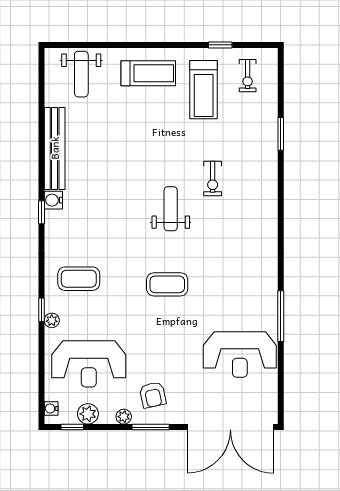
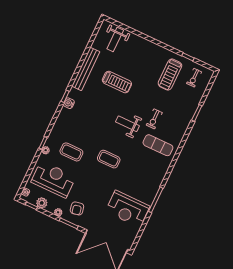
treadmill: (148, 73) -> (117, 82), moved
water cooler: (53, 200) -> (69, 103), moved
weight bench: (171, 209) -> (127, 124), turned -90
exercise mat: (240, 221) -> (158, 145), added
coffee table: (79, 279) -> (71, 152), moved
reception desk: (89, 364) -> (53, 179), turned 180

